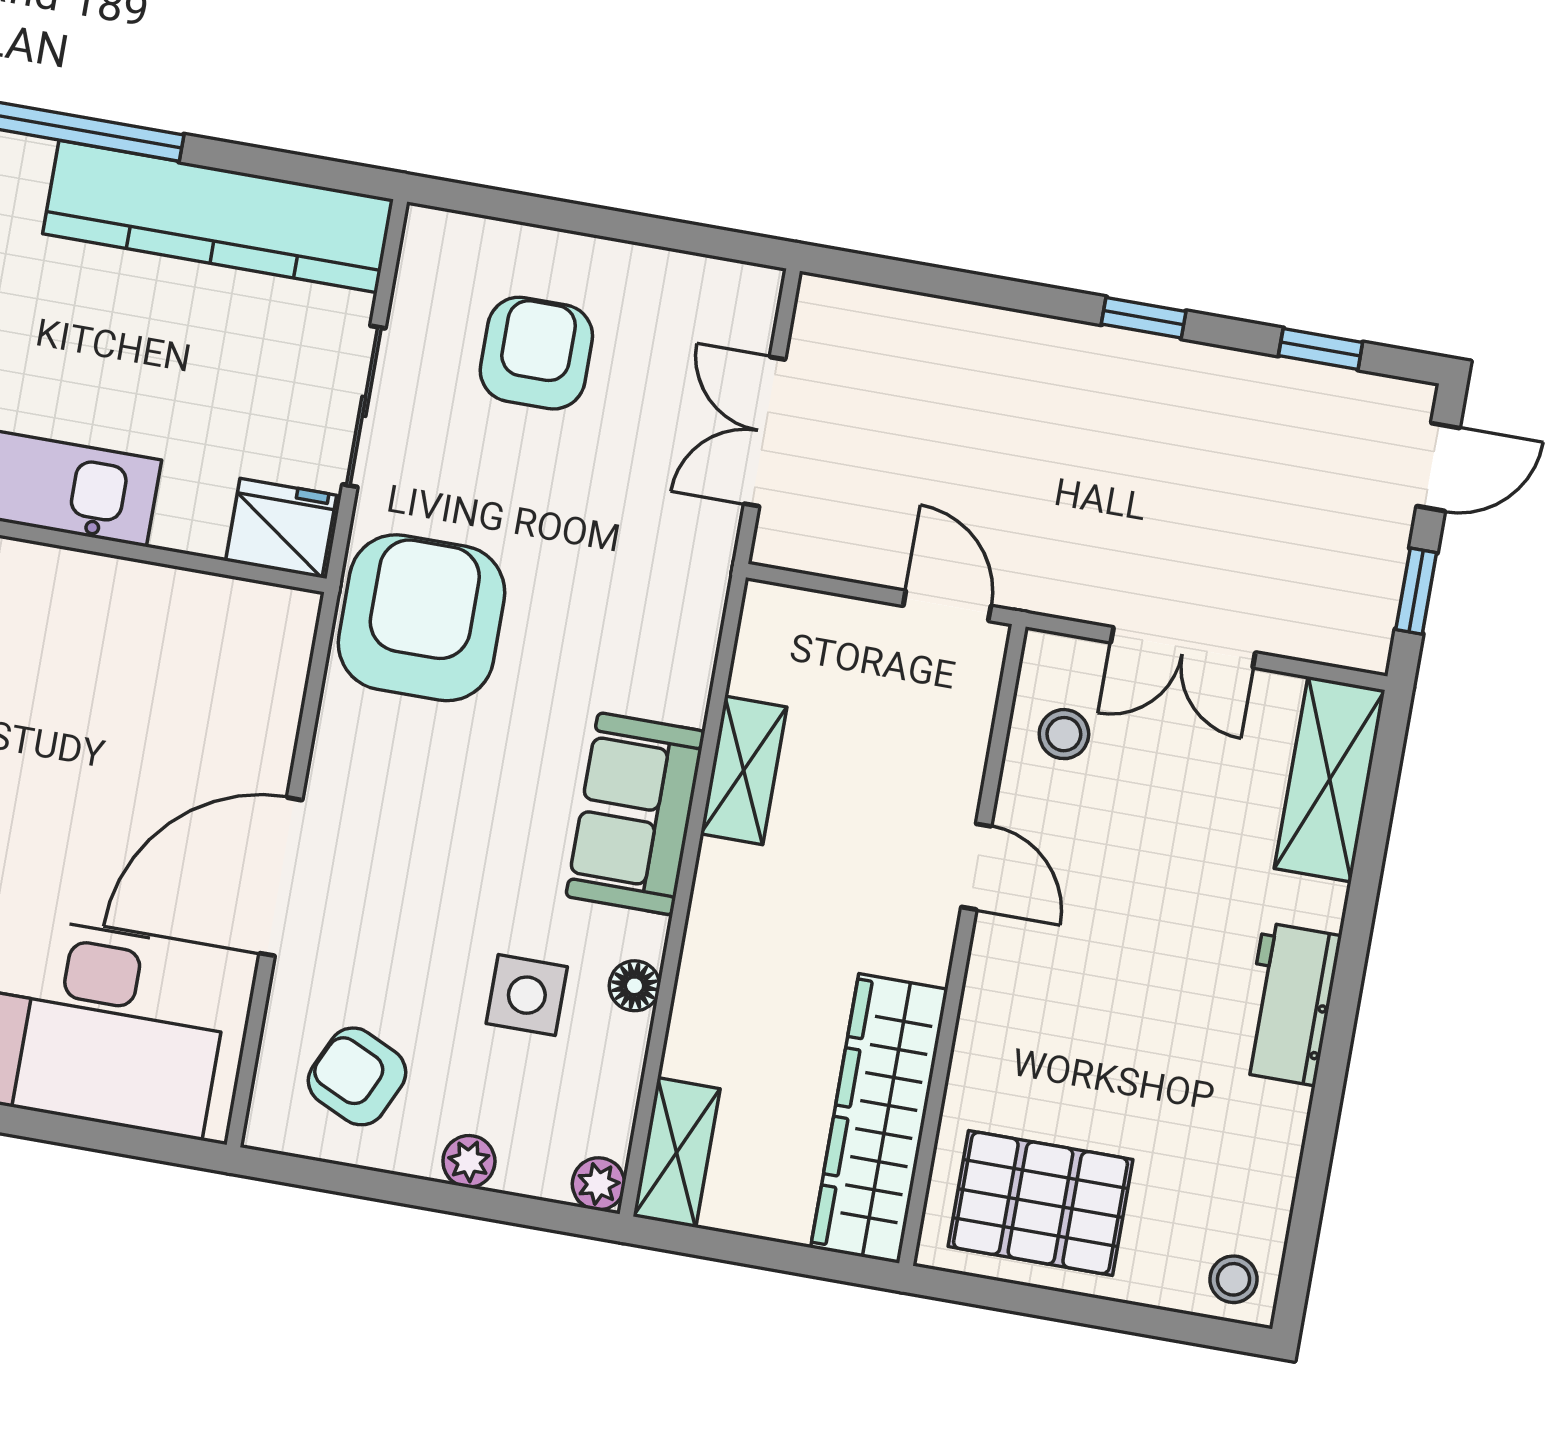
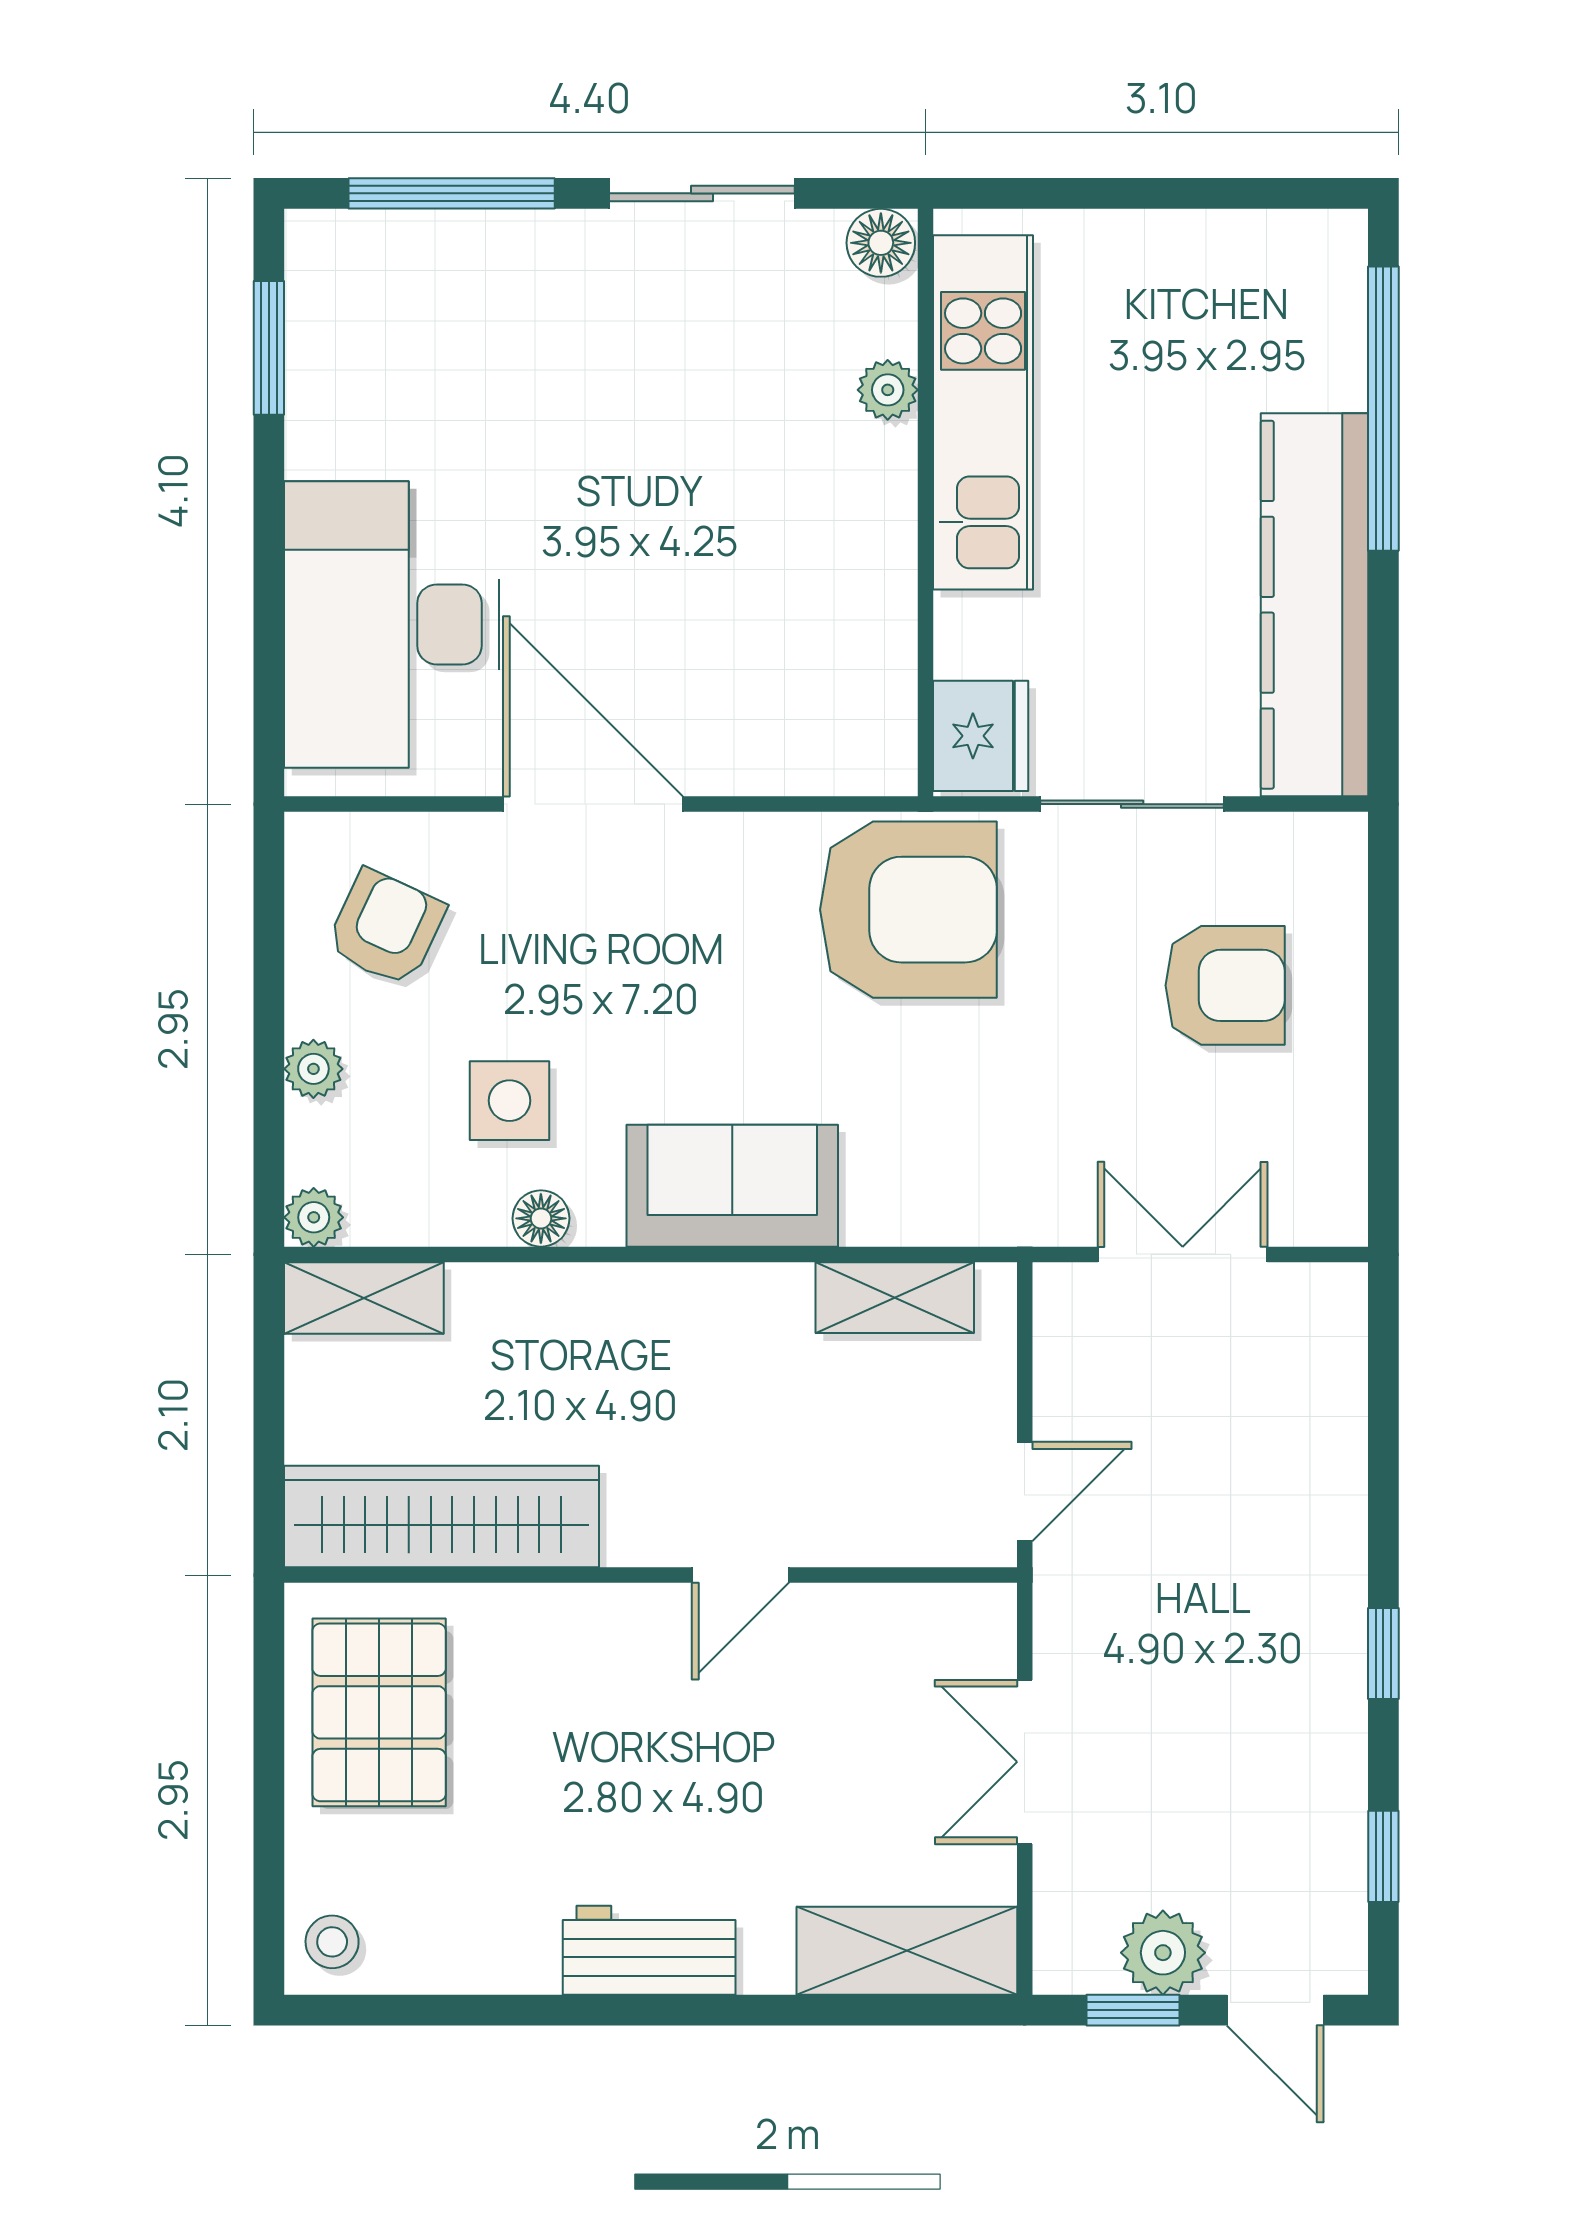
plant: (1371, 556) -> (1163, 1953), added
stool: (1064, 734) -> (905, 1646), removed
shelving: (744, 770) -> (895, 1298), moved

